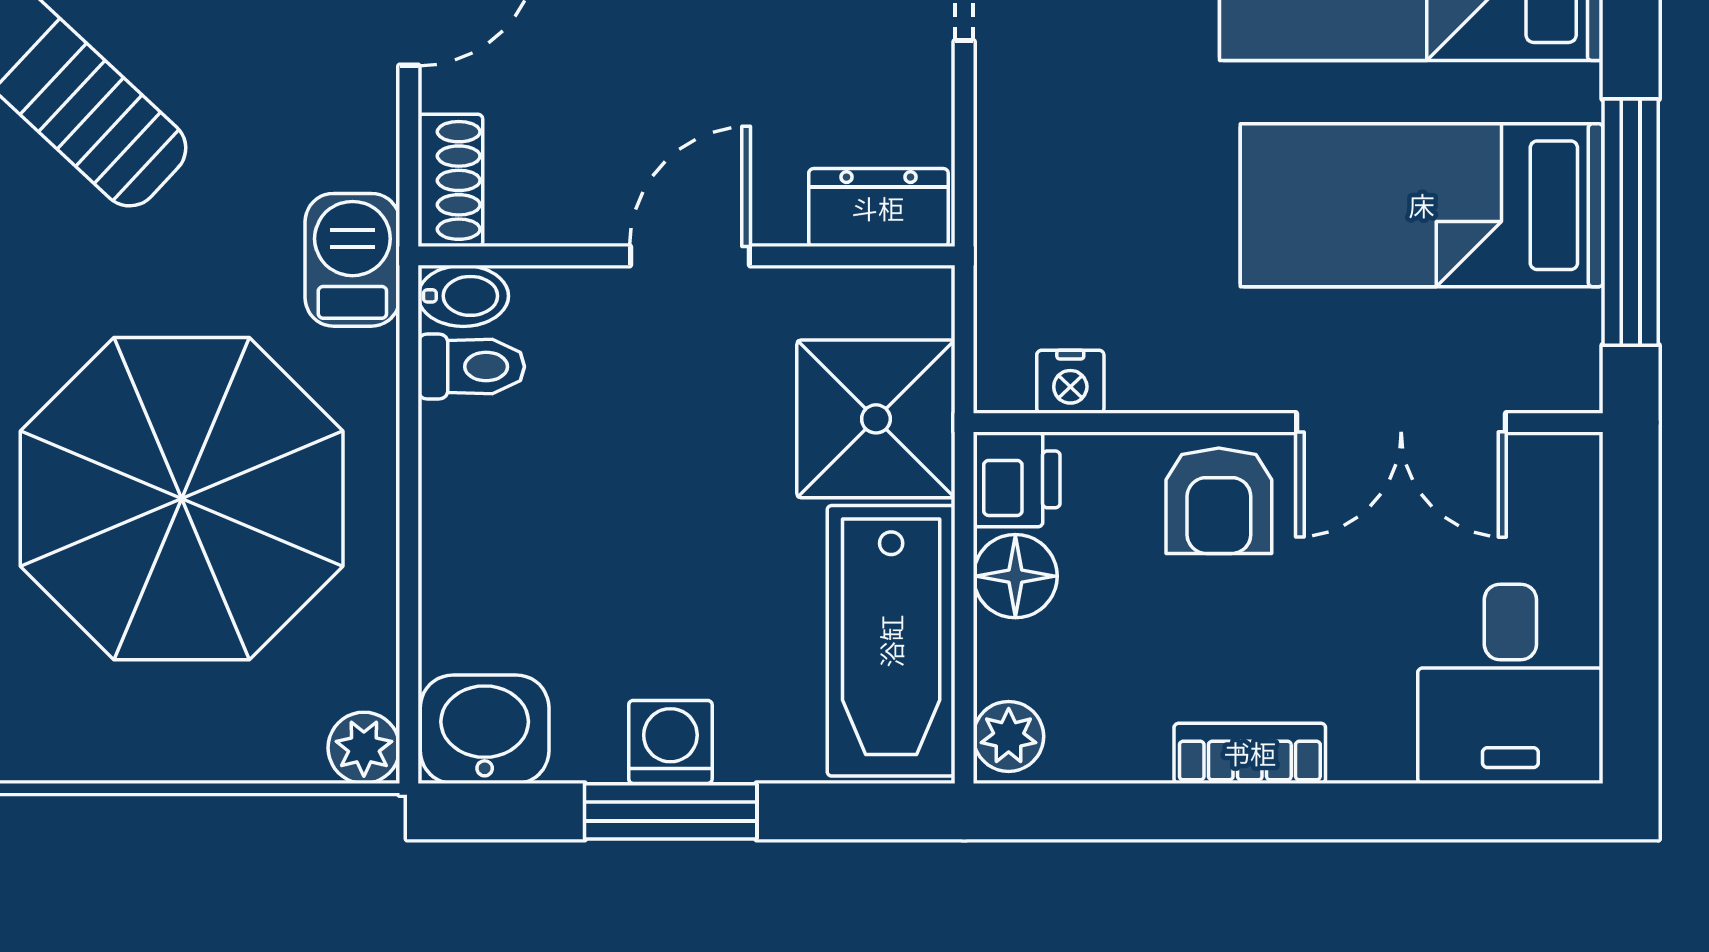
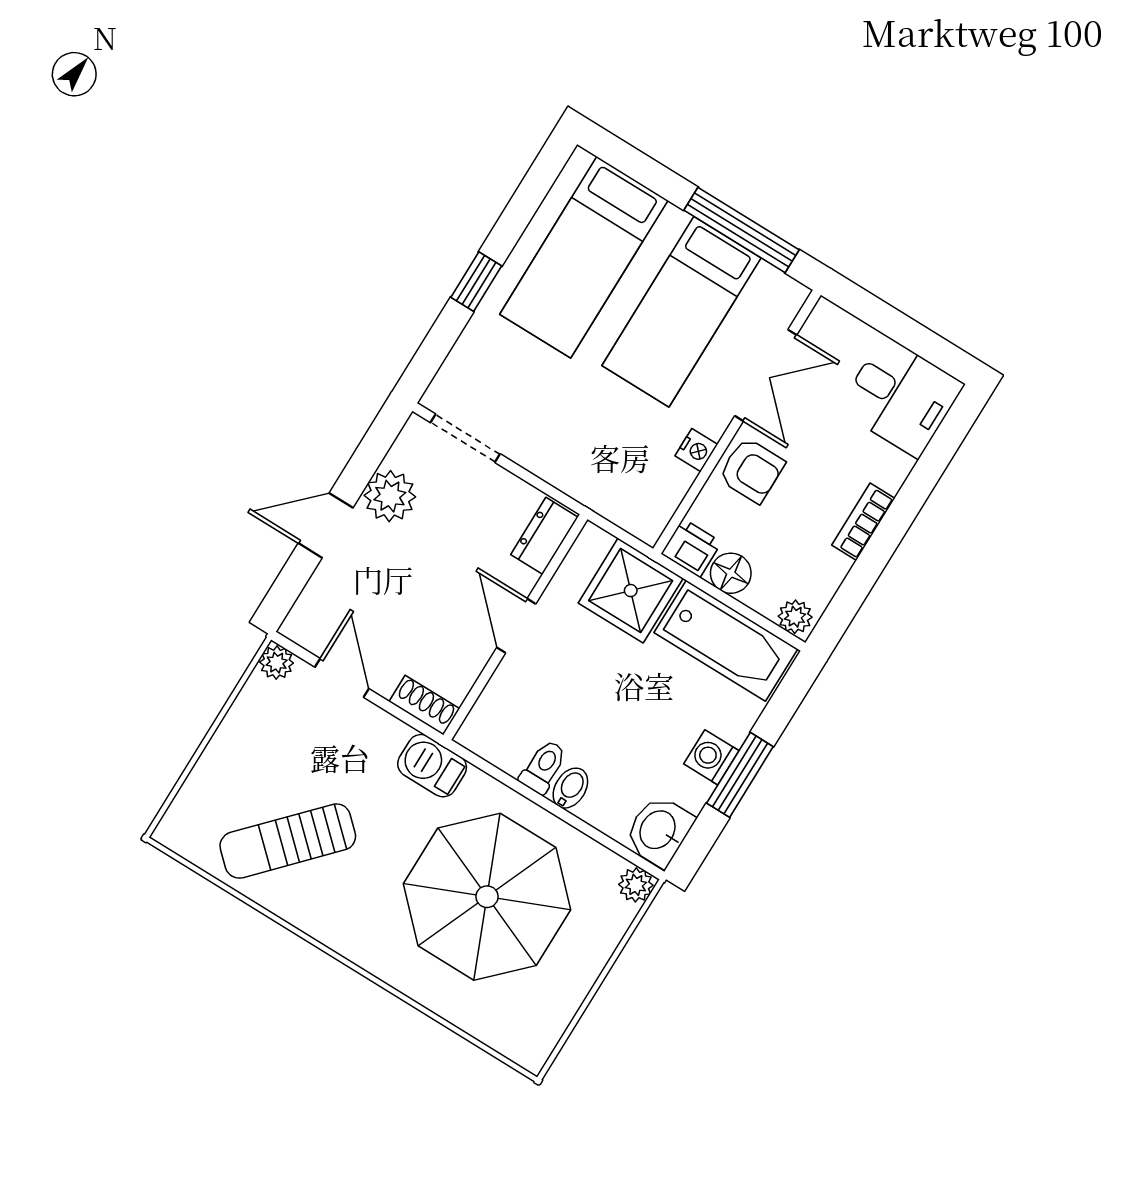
bidet: (463, 296) -> (570, 788), moved
toilet: (471, 367) -> (543, 767), moved
nightstand: (1070, 382) -> (696, 450), moved

